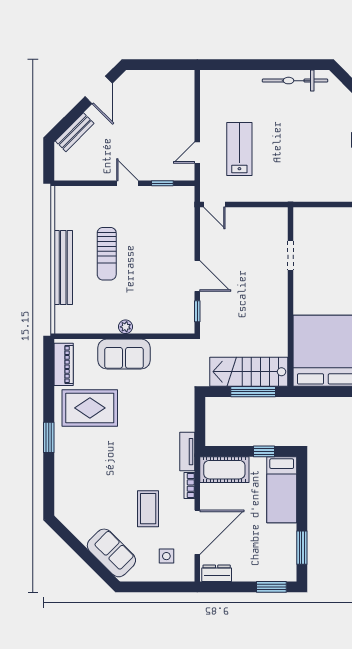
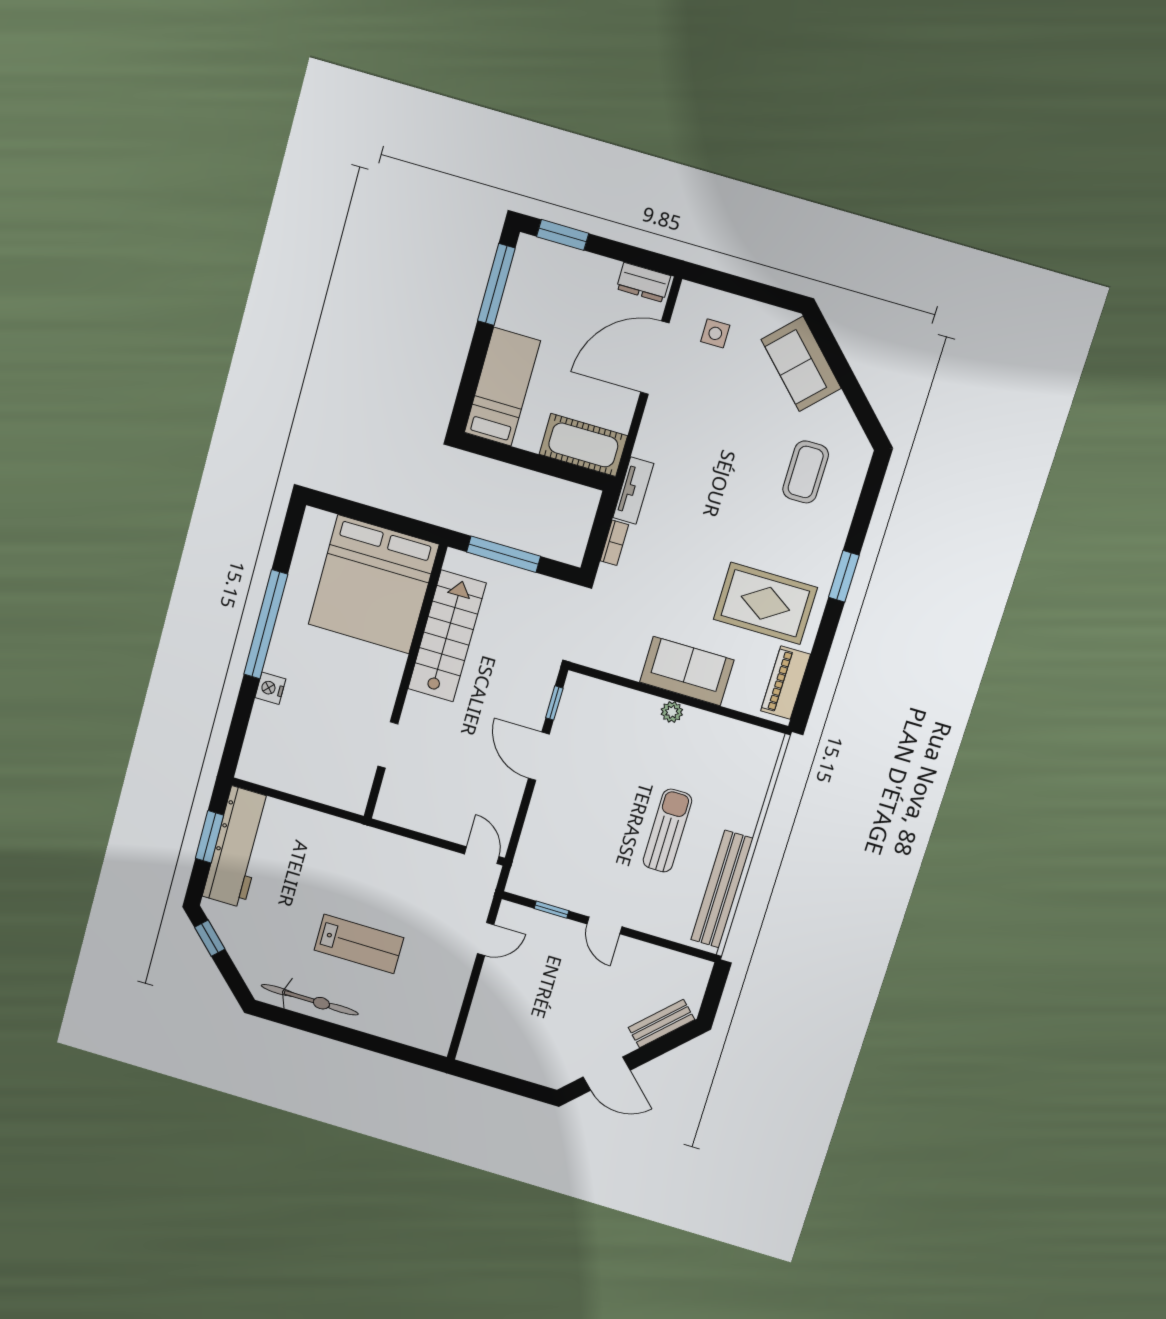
door: (99, 90) -> (607, 1074), swing flipped
lab bench: (239, 149) -> (359, 944), moved, turned -90
bench: (63, 267) -> (722, 889), moved
stairs: (249, 372) -> (447, 636), moved, turned -90
window: (264, 451) -> (513, 456), removed
bookcase: (189, 486) -> (614, 543), moved
coffee table: (148, 509) -> (806, 472), moved
window: (302, 548) -> (496, 285), width x1.44

